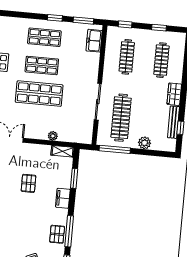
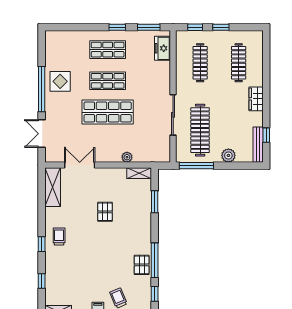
window: (159, 28) -> (221, 27), moved
bench: (173, 122) -> (258, 145), moved
filing cabinet: (63, 198) -> (144, 225), removed

